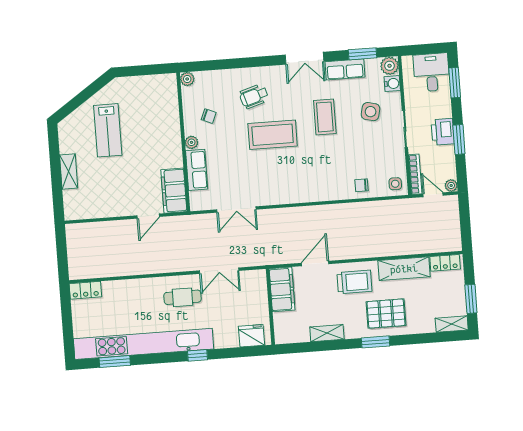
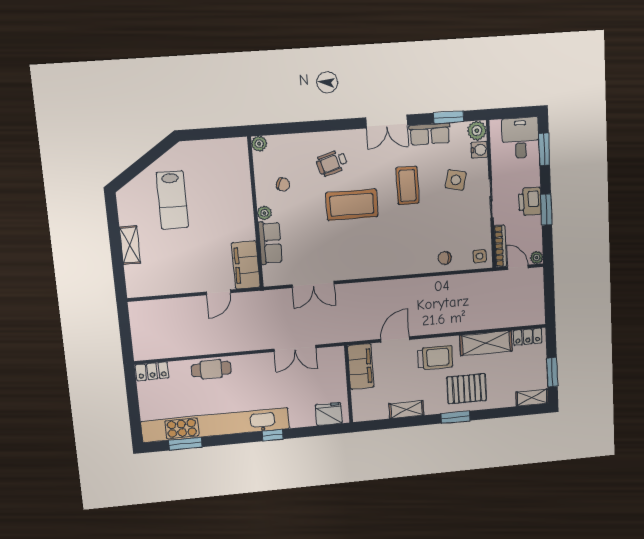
cafe table: (183, 297) -> (211, 369), moved

